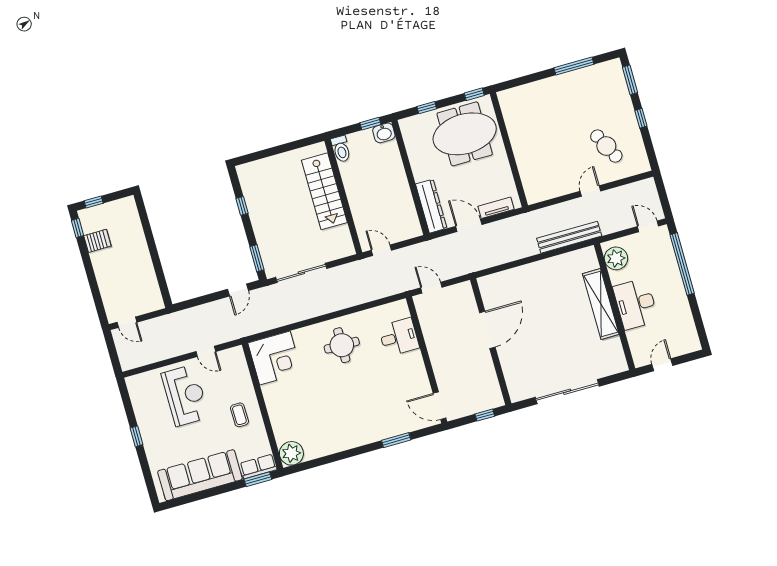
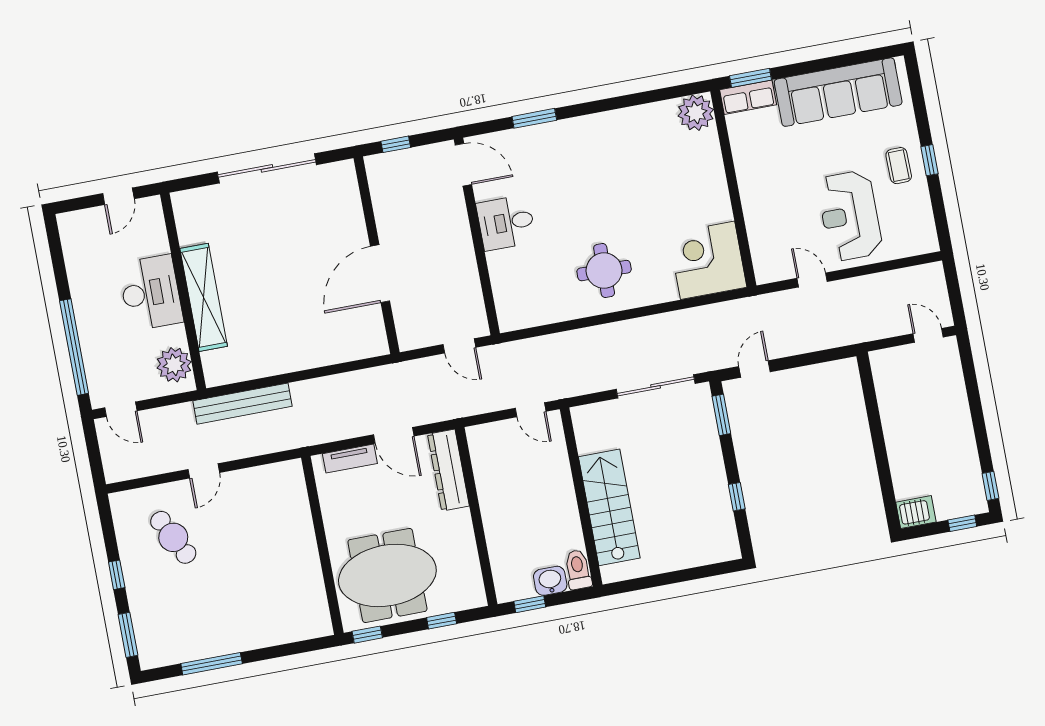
washbasin: (384, 133) -> (550, 581), moved
server rack: (97, 241) -> (916, 512), moved, turned 180
desk: (399, 337) -> (506, 223), moved
coffee table: (239, 415) -> (899, 166), moved

